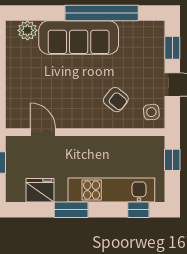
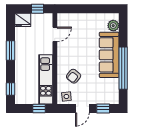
fridge: (40, 190) -> (23, 20), moved, turned 90
kitchen unit: (111, 190) -> (46, 79), moved, turned 180

